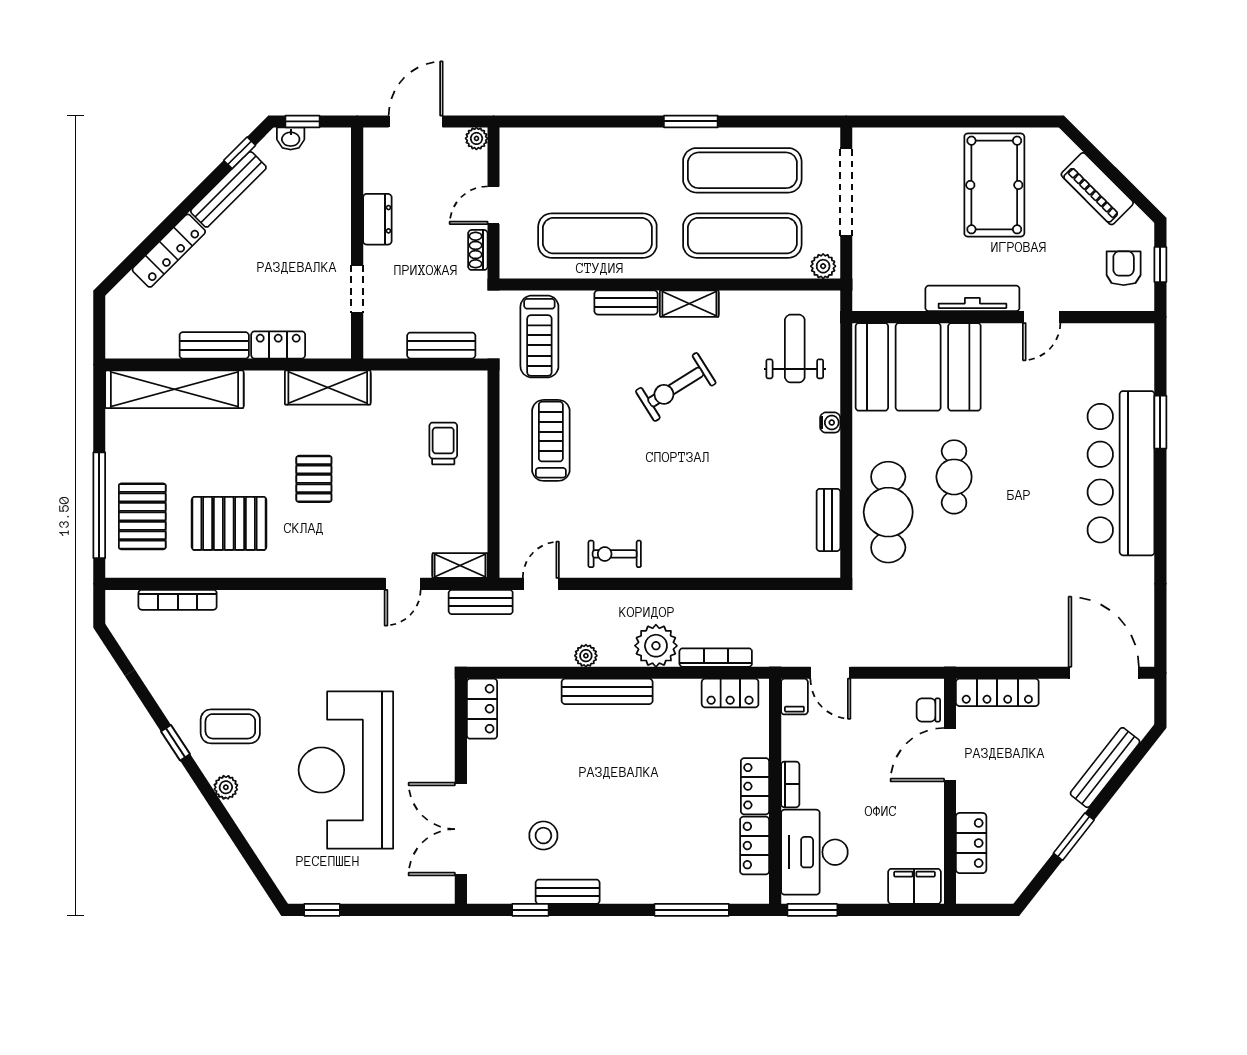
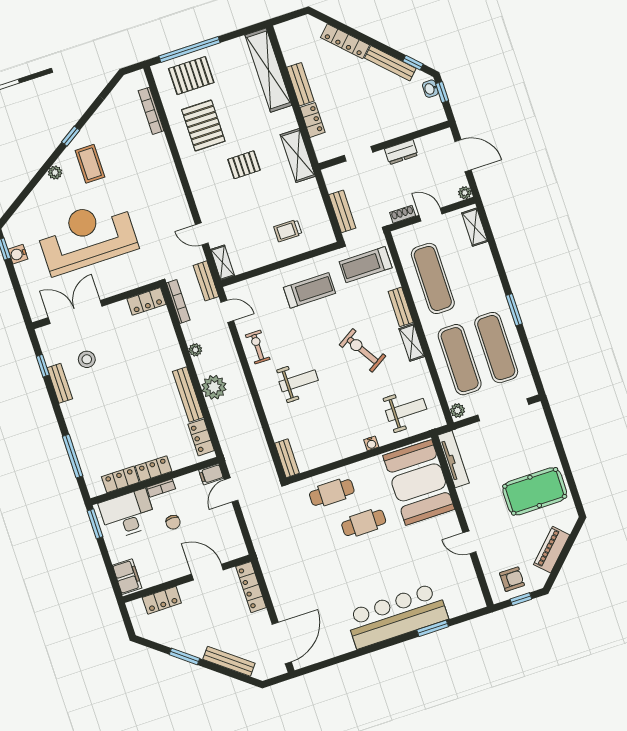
shelving: (537, 141) -> (475, 227), added
tv unit: (972, 298) -> (454, 459), moved
trolley: (443, 443) -> (288, 231), turned 180
weight bench: (691, 506) -> (299, 381), added
cafe table: (888, 512) -> (332, 493), width x0.73, depth x0.74
bench: (828, 520) -> (287, 458), moved, turned 90
bookcase: (716, 658) -> (178, 302), moved
bench: (607, 691) -> (188, 395), moved
chair: (928, 710) -> (173, 522), moved, turned 180
water cooler: (337, 891) -> (18, 254), added

